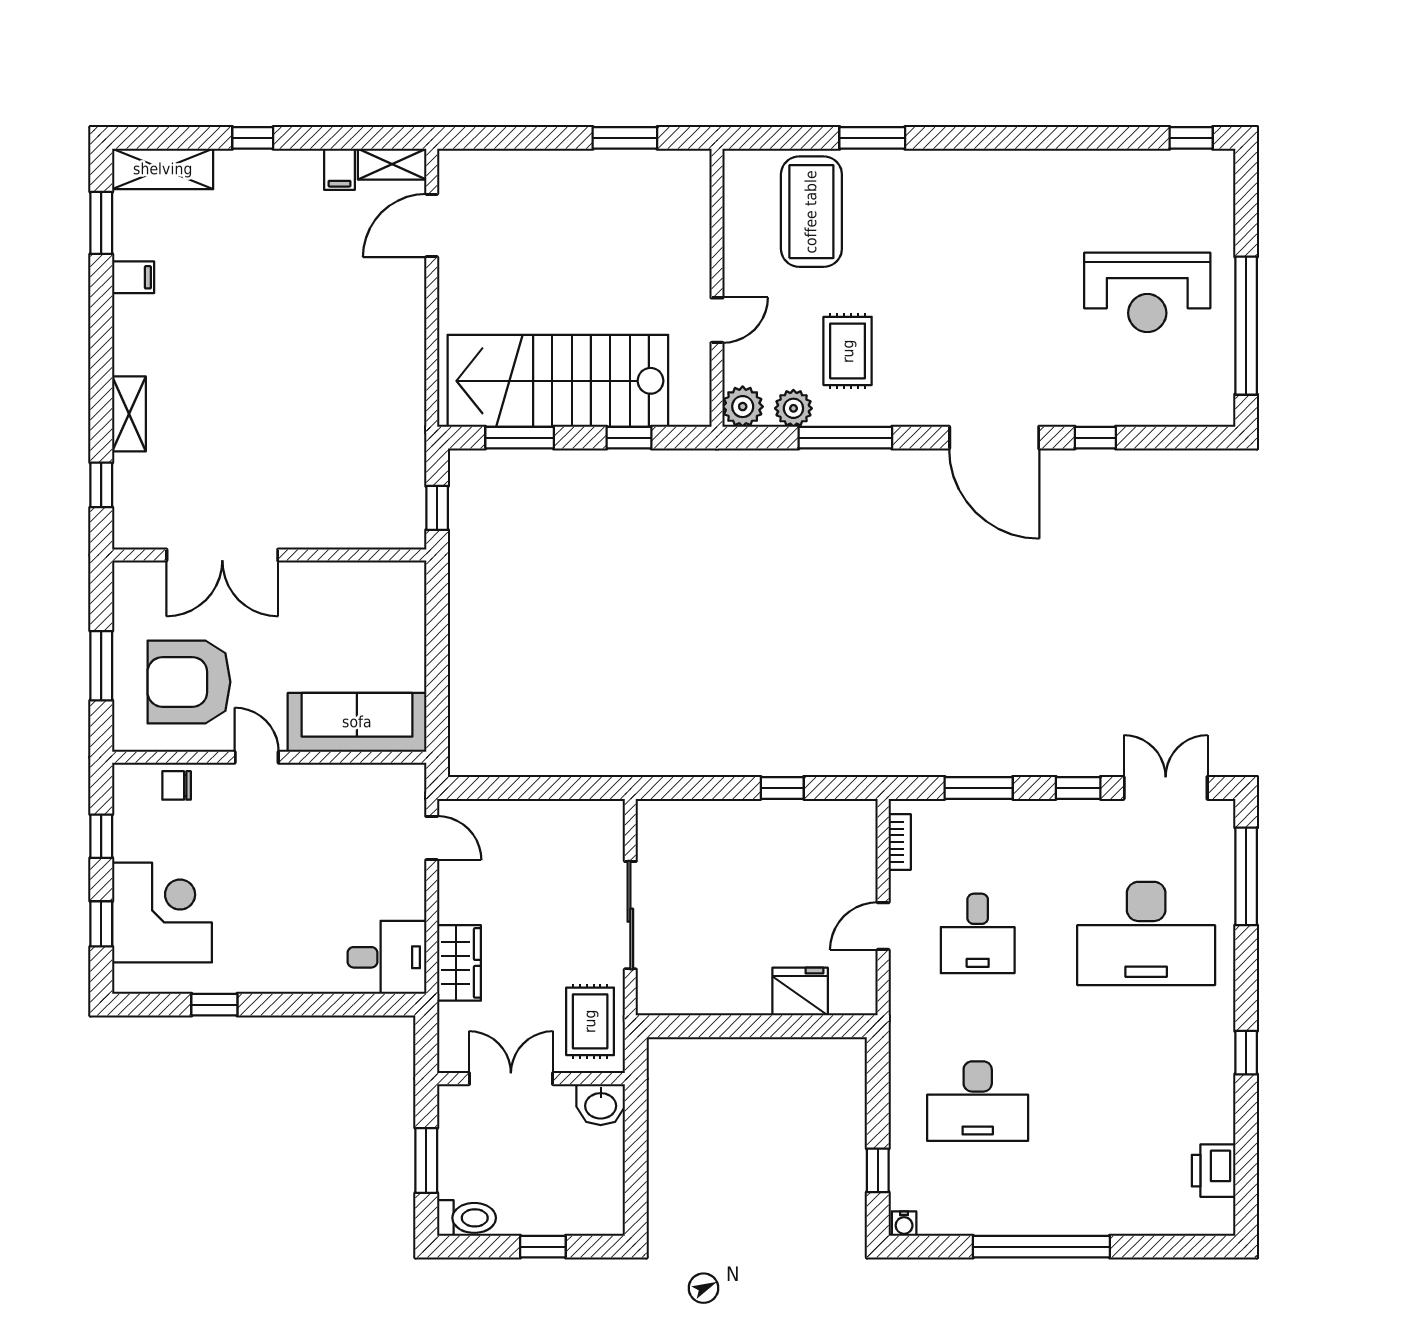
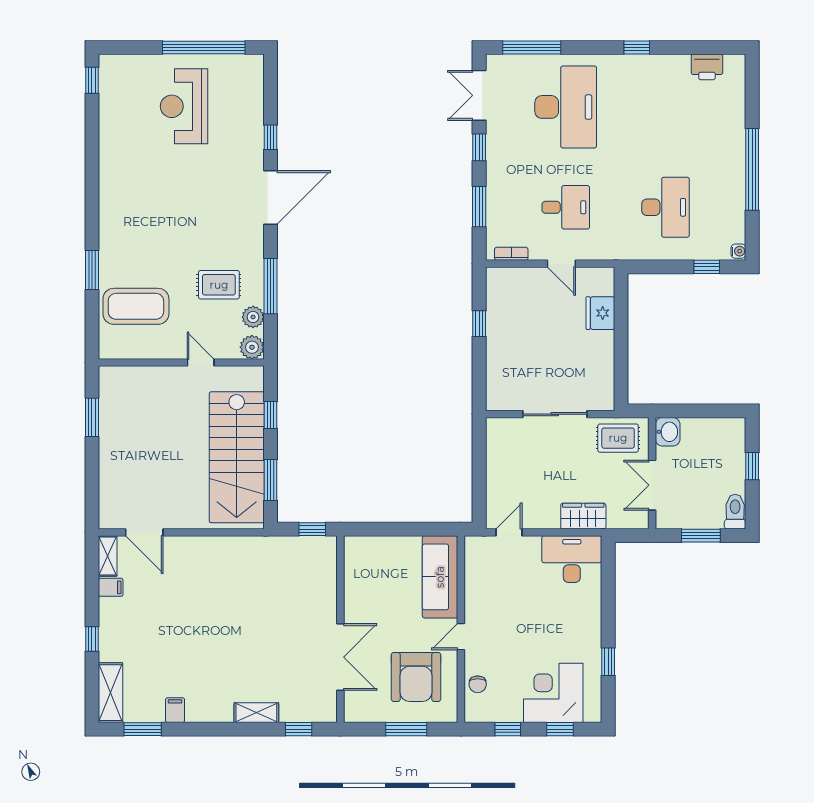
reception desk: (1147, 292) -> (184, 106), turned 180
desk: (387, 957) -> (572, 559), width x1.37

